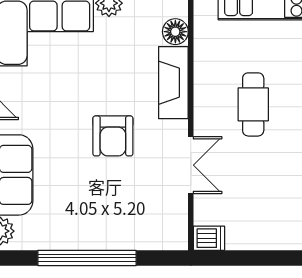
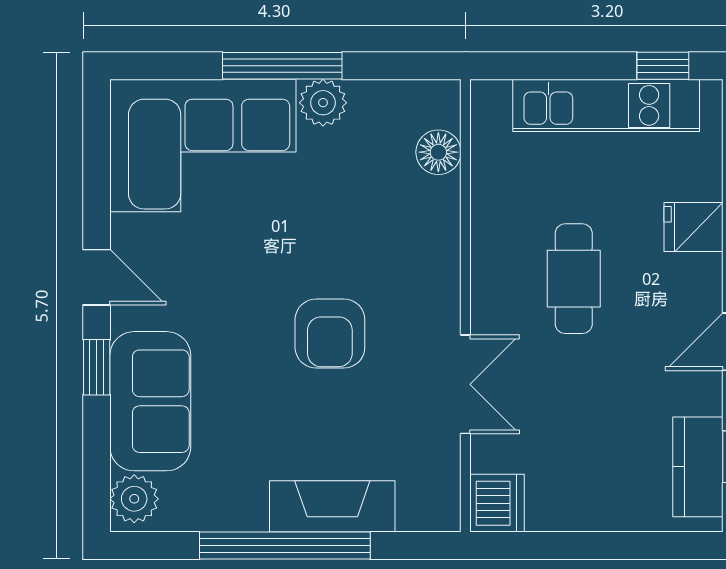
fireplace: (173, 83) -> (332, 506), moved, turned 90
dishwasher: (209, 238) -> (497, 503), width x1.38

